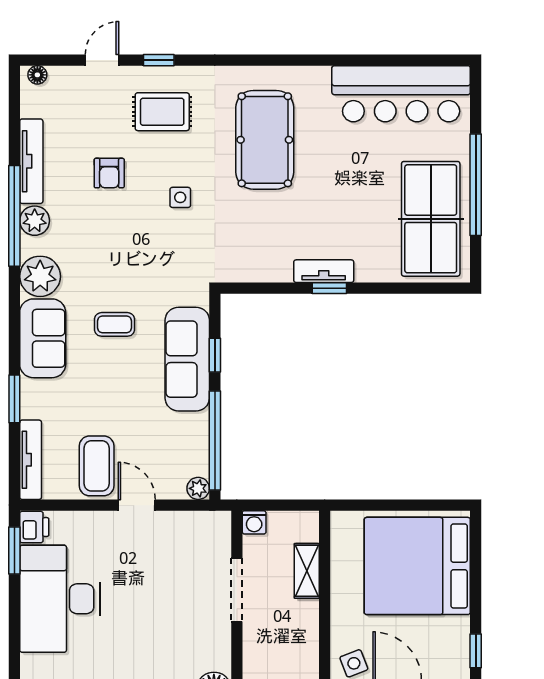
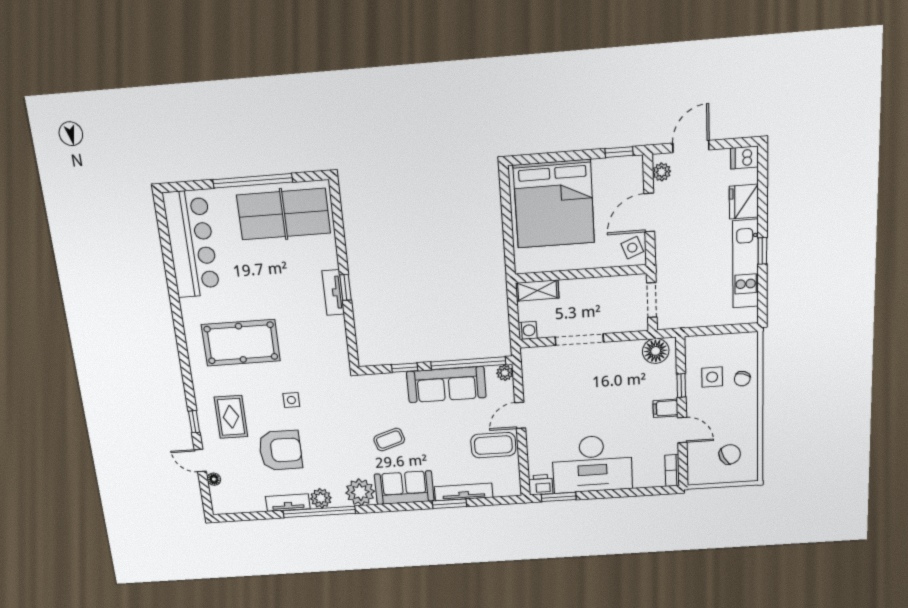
floor lamp: (37, 75) -> (214, 479), moved
tv unit: (31, 161) -> (288, 503), width x0.71
armchair: (109, 173) -> (280, 450), width x1.88, depth x1.88
coffee table: (115, 324) -> (389, 440), turned 72
sofa: (187, 359) -> (446, 385), moved
tv unit: (31, 460) -> (464, 492), moved
shelving: (307, 571) -> (537, 290), moved

